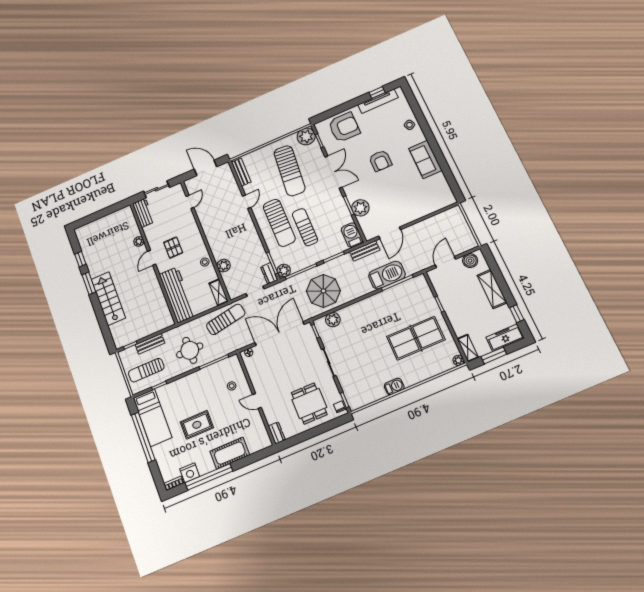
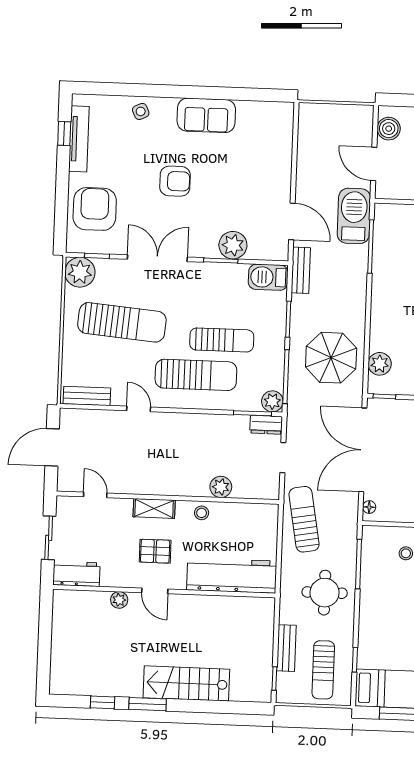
sun lounger: (305, 227) -> (222, 340), turned 180
barbecue: (387, 275) -> (354, 216), moved
shelving: (218, 292) -> (154, 508), moved

